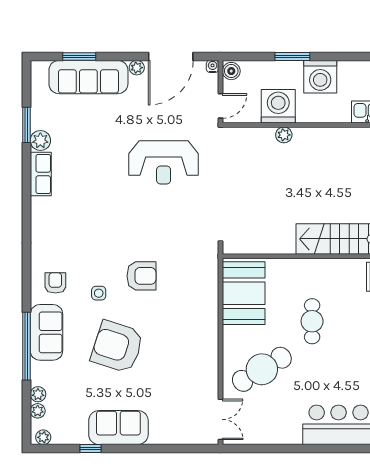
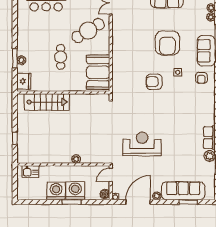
washing machine: (278, 106) -> (75, 191), moved, turned 180
armchair: (117, 347) -> (167, 43), turned 72

